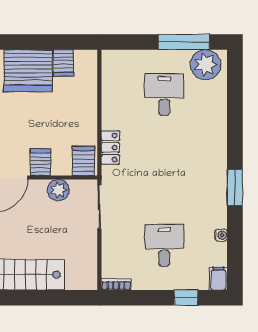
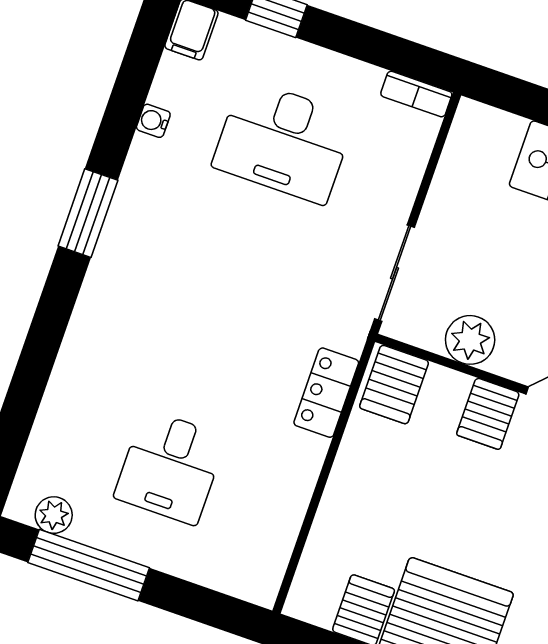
plant: (206, 65) -> (54, 515), width x0.53, depth x0.53
desk: (164, 245) -> (284, 141), width x1.37

